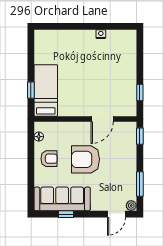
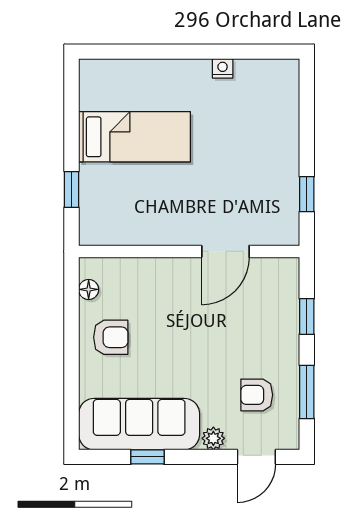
bed: (46, 90) -> (134, 137), moved, turned 90
window: (140, 136) -> (307, 316), moved
armchair: (86, 159) -> (257, 395), moved, width x0.53, depth x0.53
plant: (131, 206) -> (213, 438), moved

